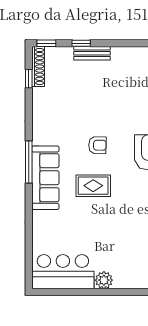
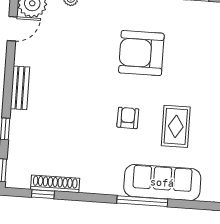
bench: (92, 53) -> (20, 88), moved
shoe rack: (38, 66) -> (55, 184), moved

